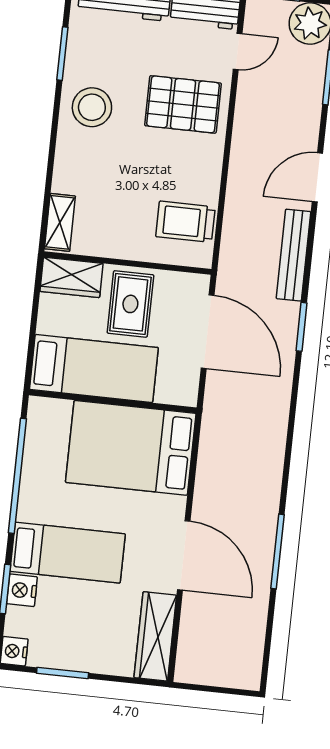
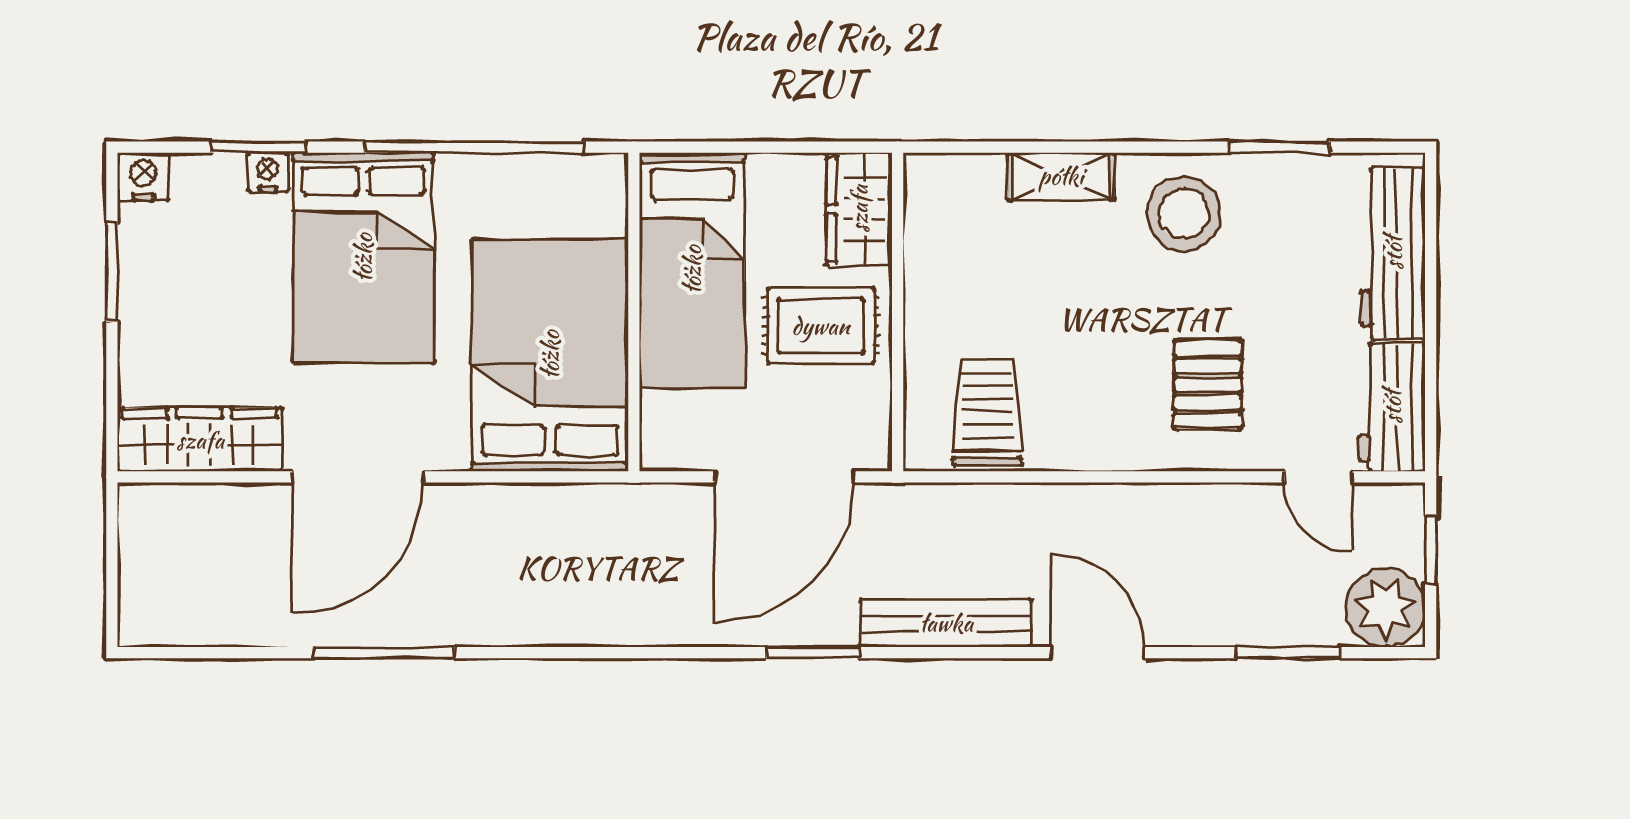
pallet: (183, 104) -> (1208, 385), width x0.67, depth x0.71
shelving: (60, 222) -> (1061, 176), moved
bed: (68, 553) -> (363, 258), width x1.50
nightstand: (22, 590) -> (268, 172), width x0.72, depth x0.74

